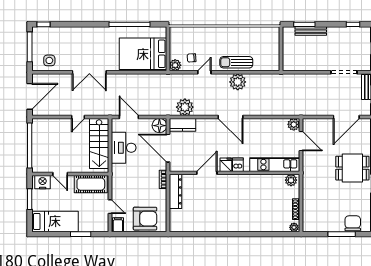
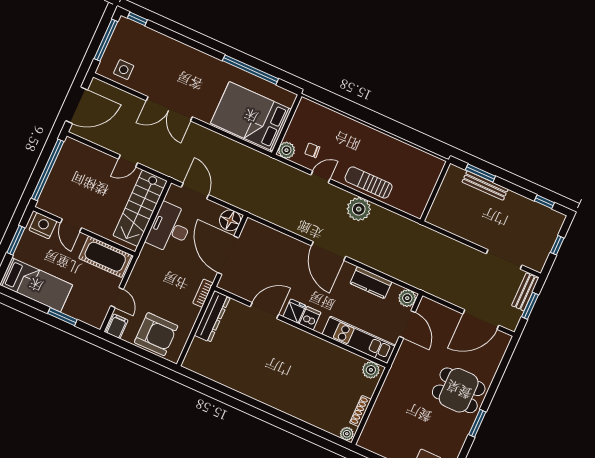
plant: (185, 107) -> (274, 211), removed
kitchen counter: (182, 125) -> (371, 283), moved

